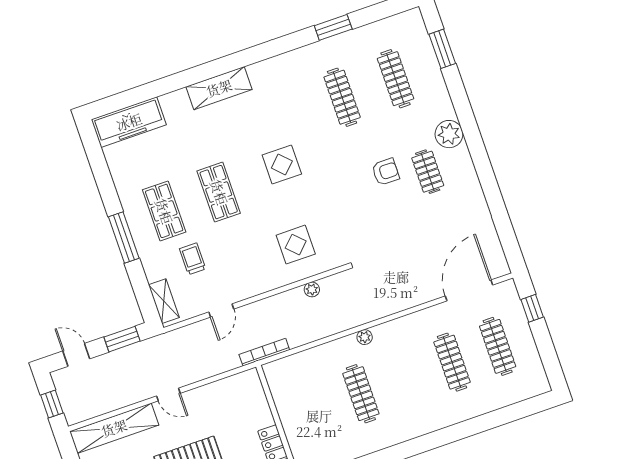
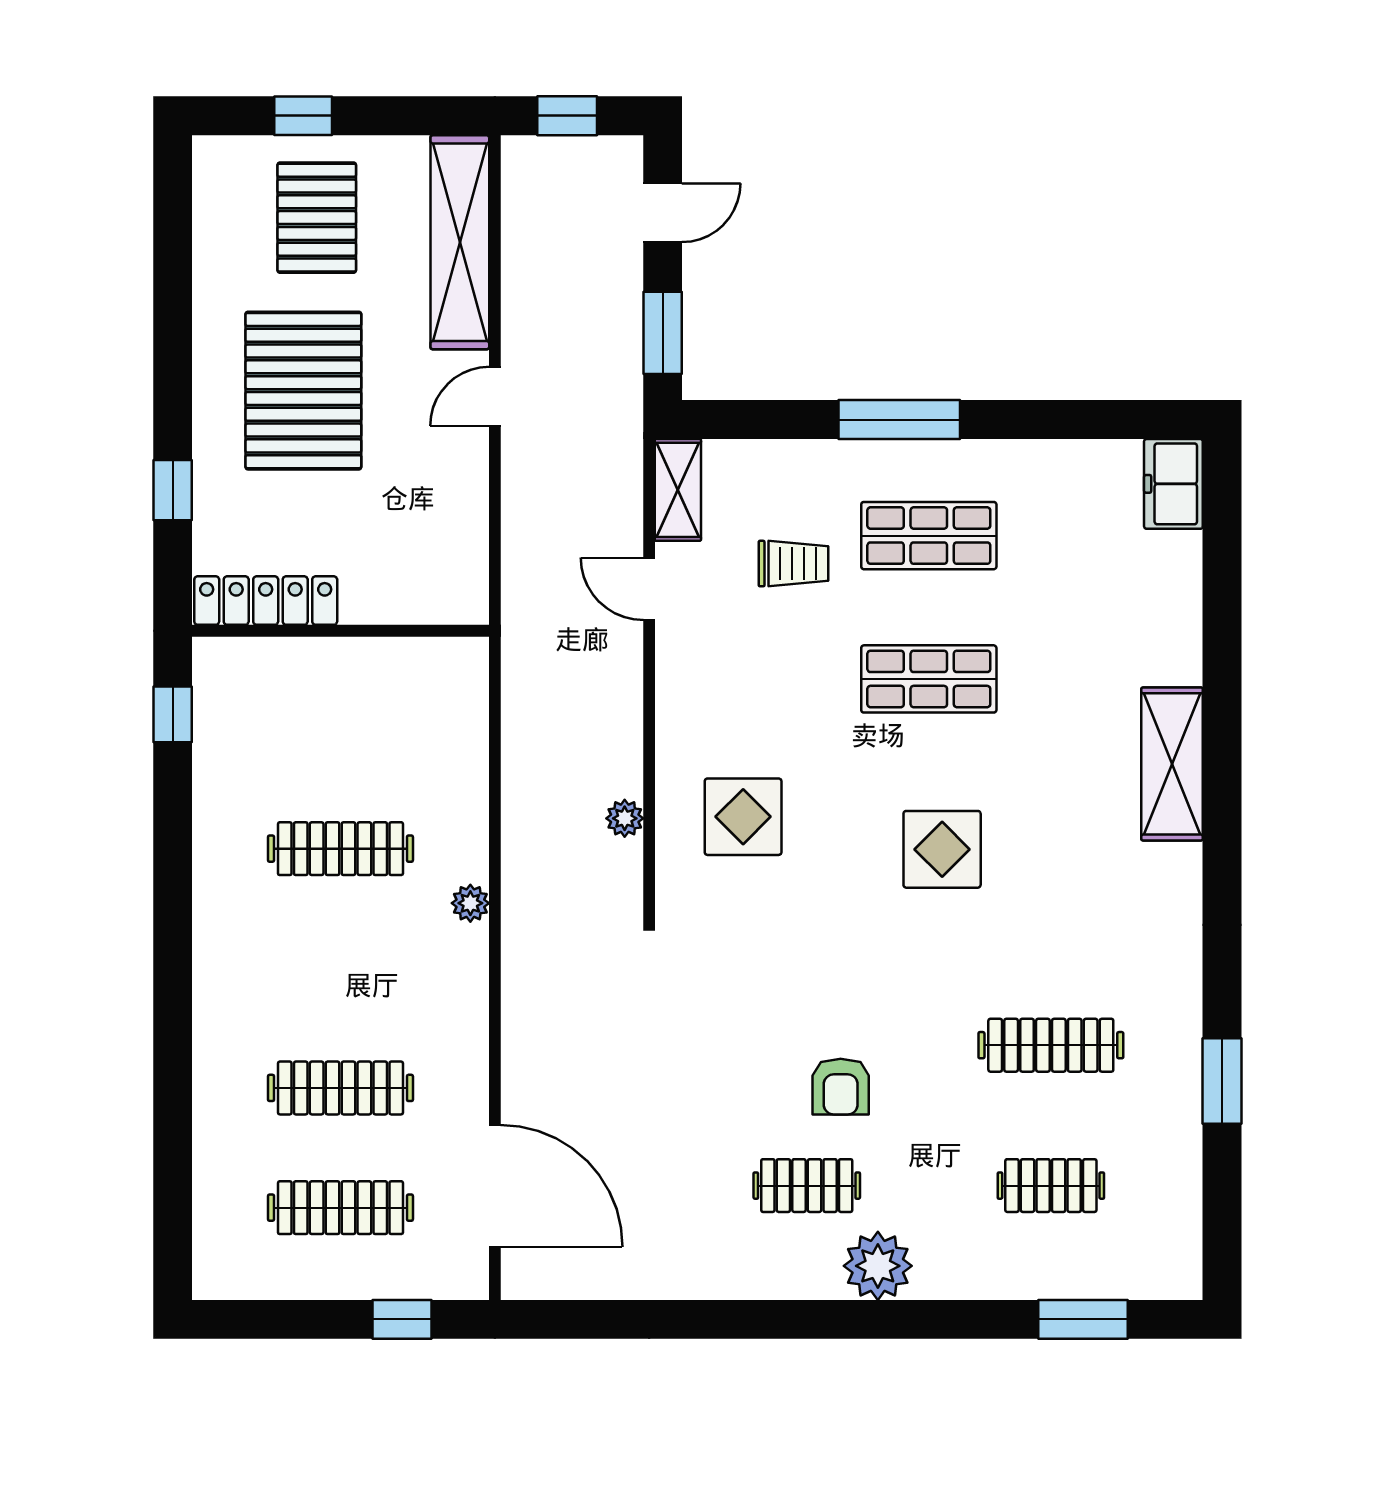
clothes rail: (396, 79) -> (1051, 1186), width x0.73
freezer: (129, 122) -> (1173, 484), width x0.52, depth x0.79
shelving: (164, 301) -> (678, 490), moved, turned 90
bookcase: (264, 352) -> (516, 656), removed

